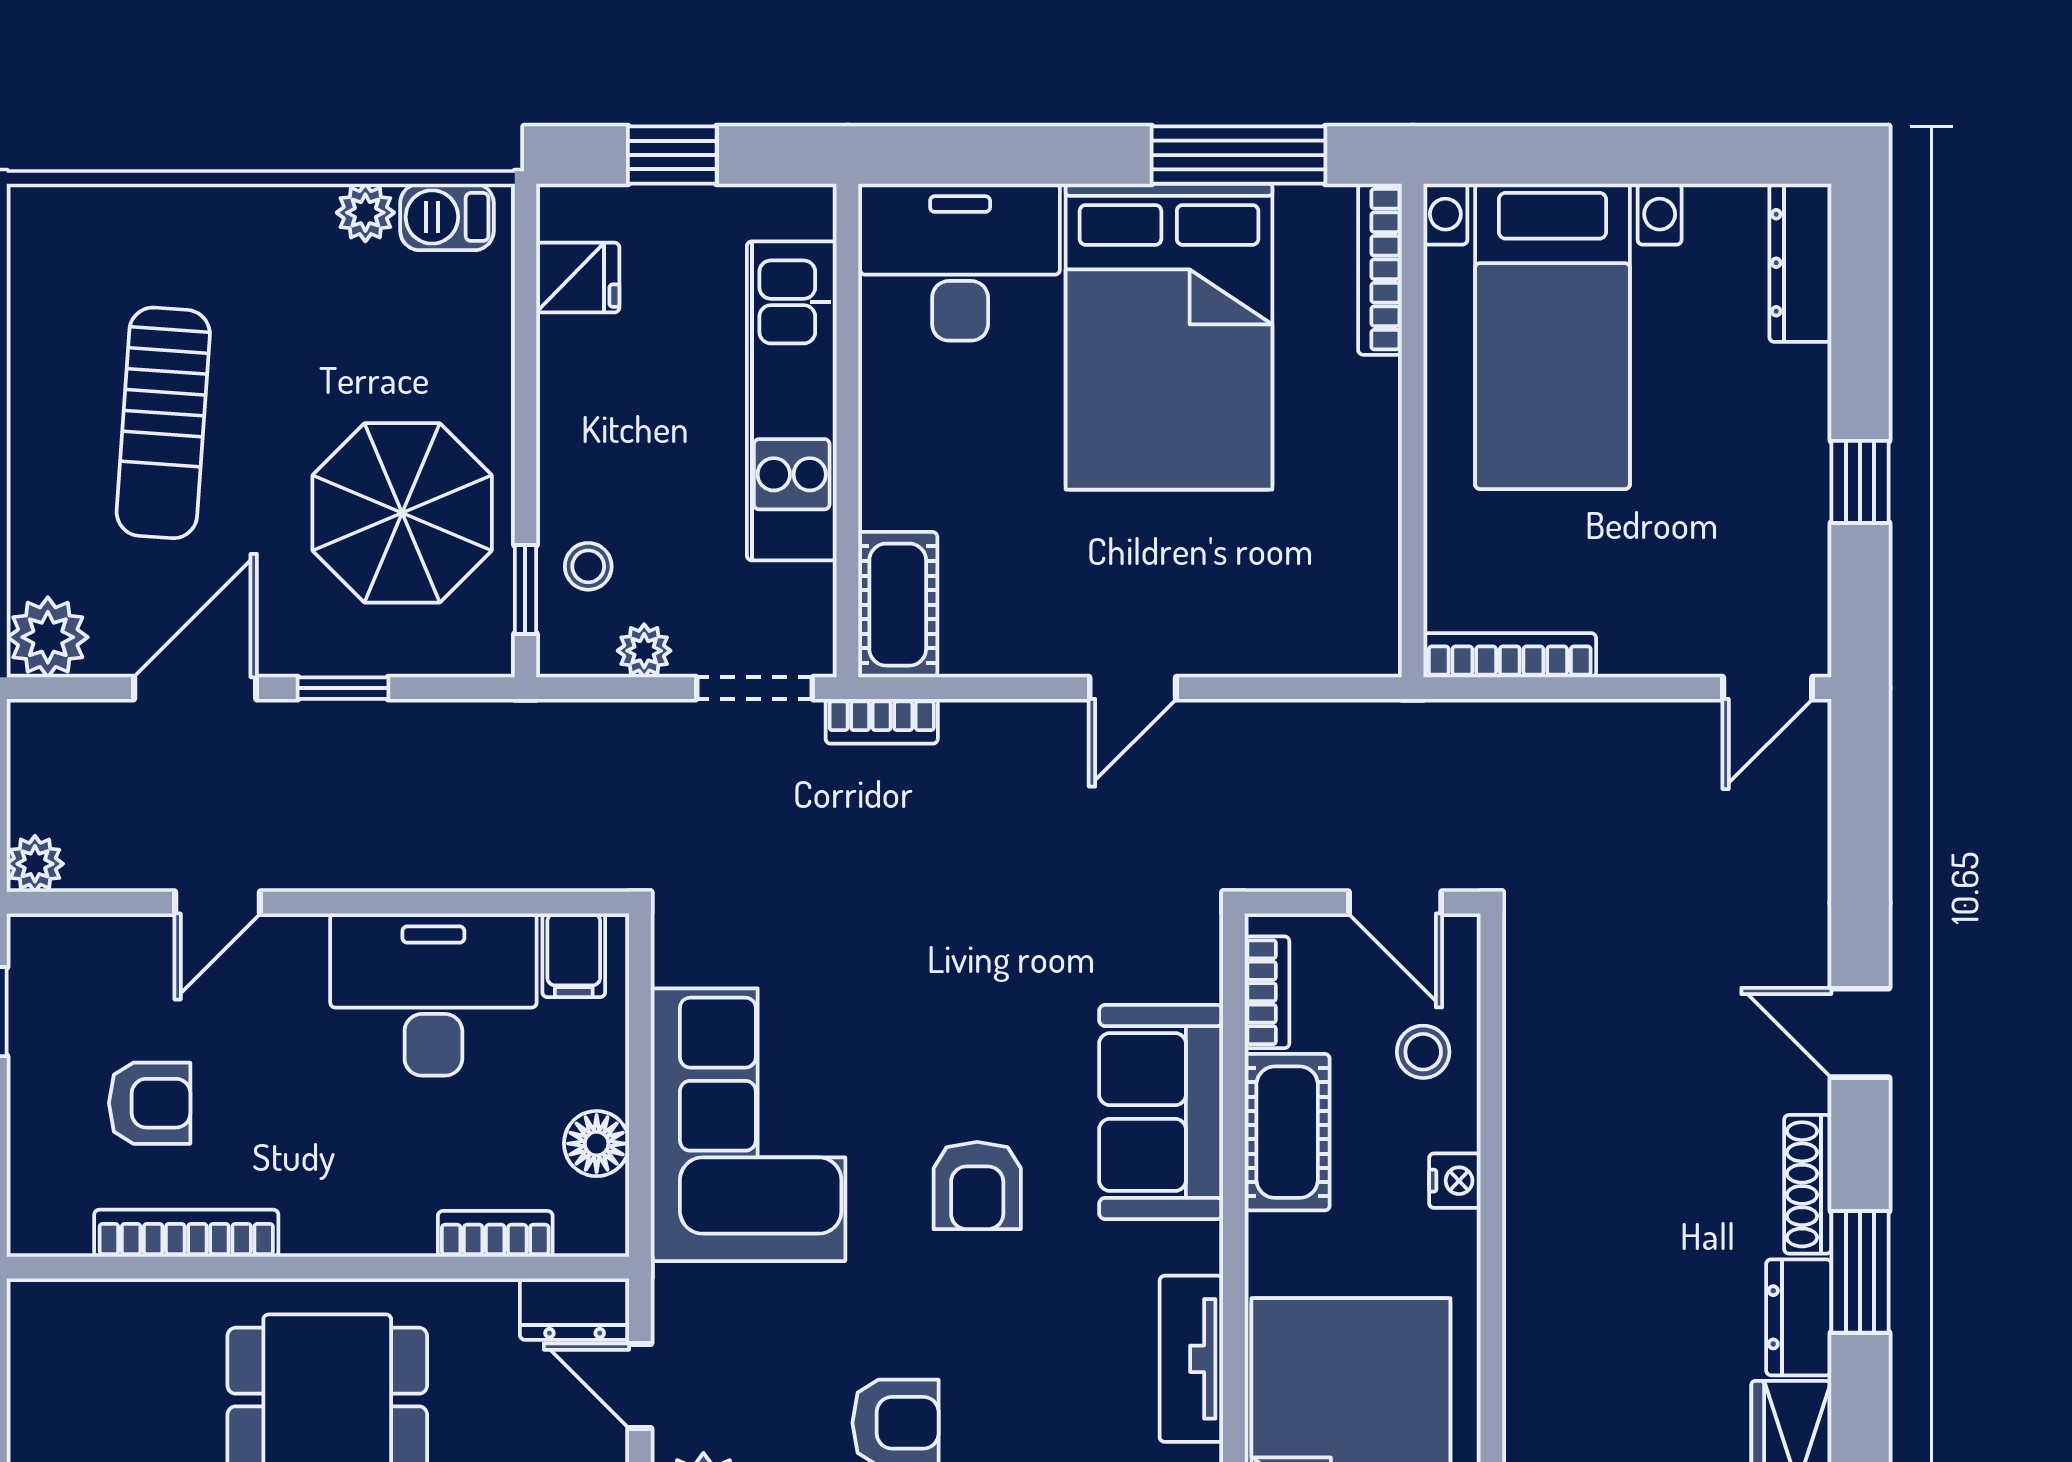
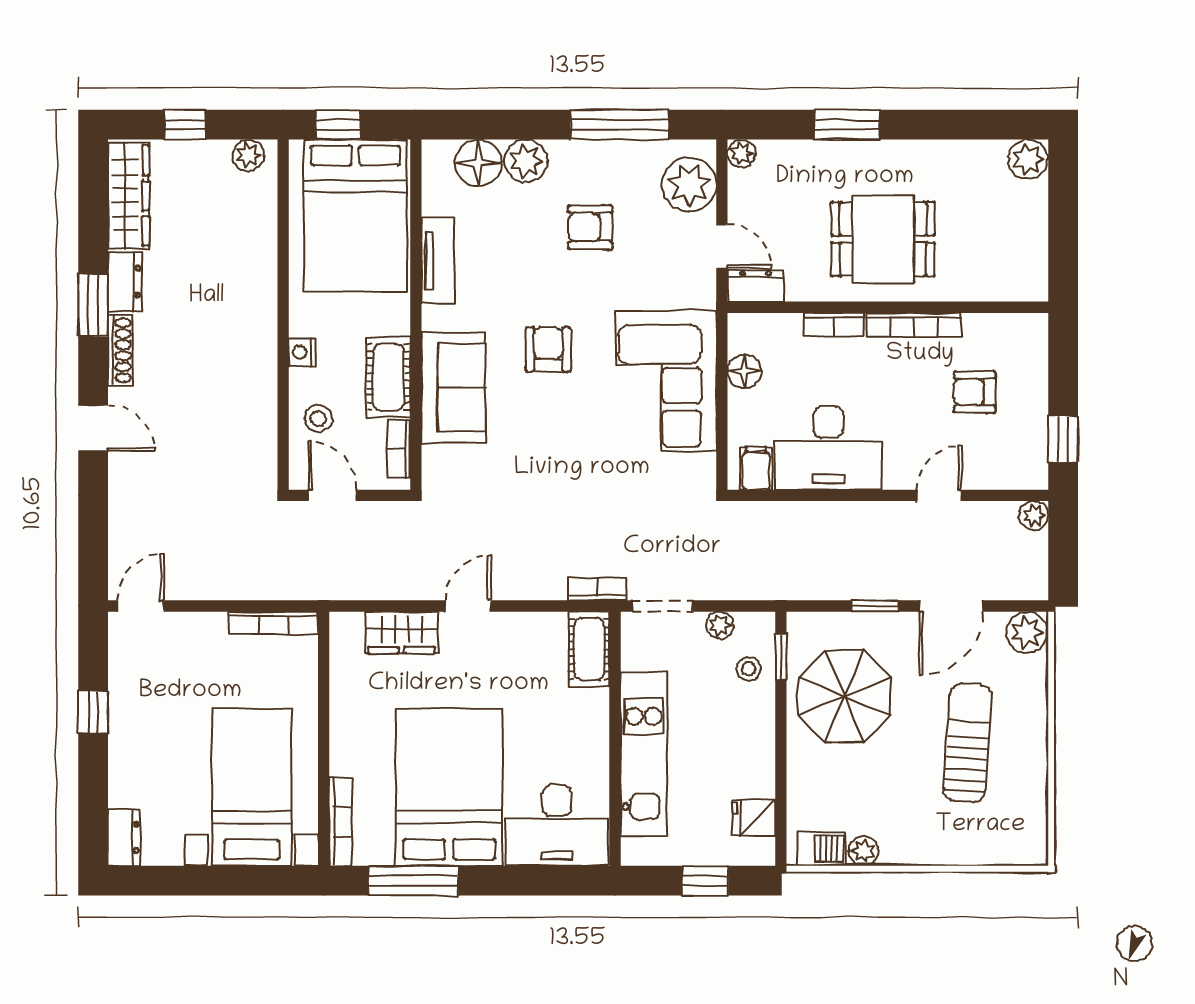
dresser: (1800, 263) -> (124, 838), width x0.70
wardrobe: (1262, 637) -> (402, 632), added
bookcase: (186, 1233) -> (914, 325), moved
bookcase: (495, 1234) -> (834, 325), moved

